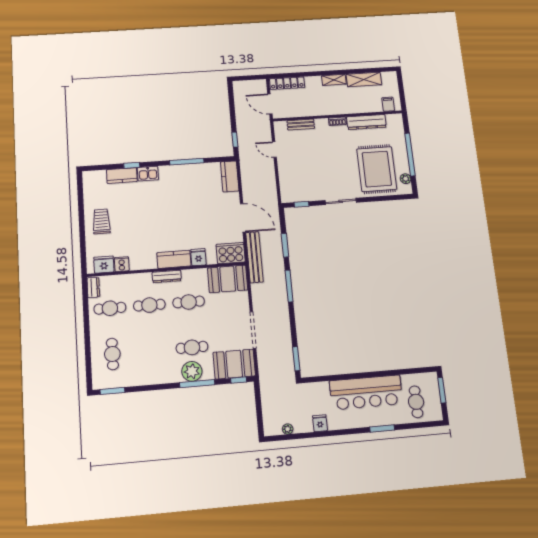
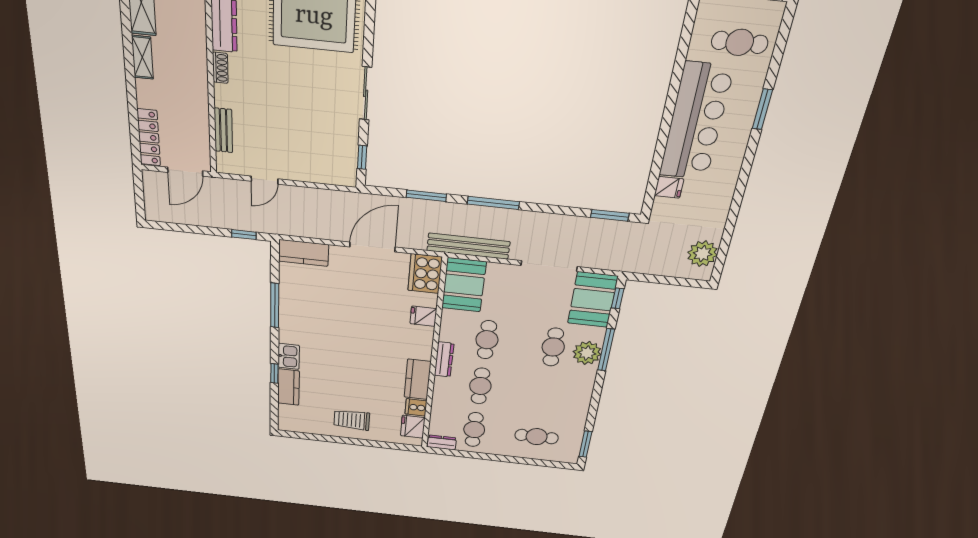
bench: (254, 257) -> (468, 246), moved
kitchen counter: (174, 259) -> (418, 379), moved
fridge: (320, 423) -> (669, 187), moved, turned 180
plant: (288, 429) -> (703, 254), width x1.88, depth x1.88

